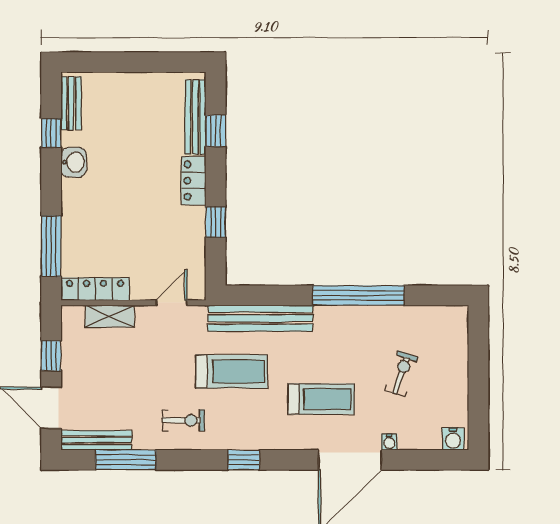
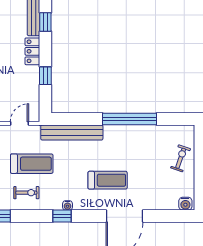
treadmill: (232, 372) -> (32, 164), moved
exercise bike: (401, 374) -> (181, 158), moved
water cooler: (389, 442) -> (68, 205), moved

